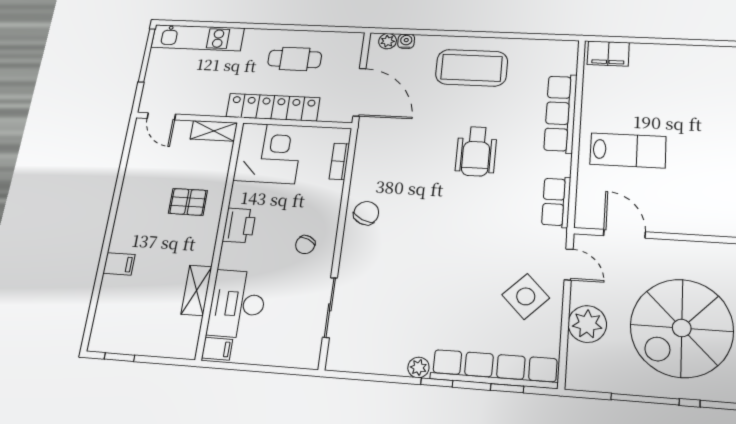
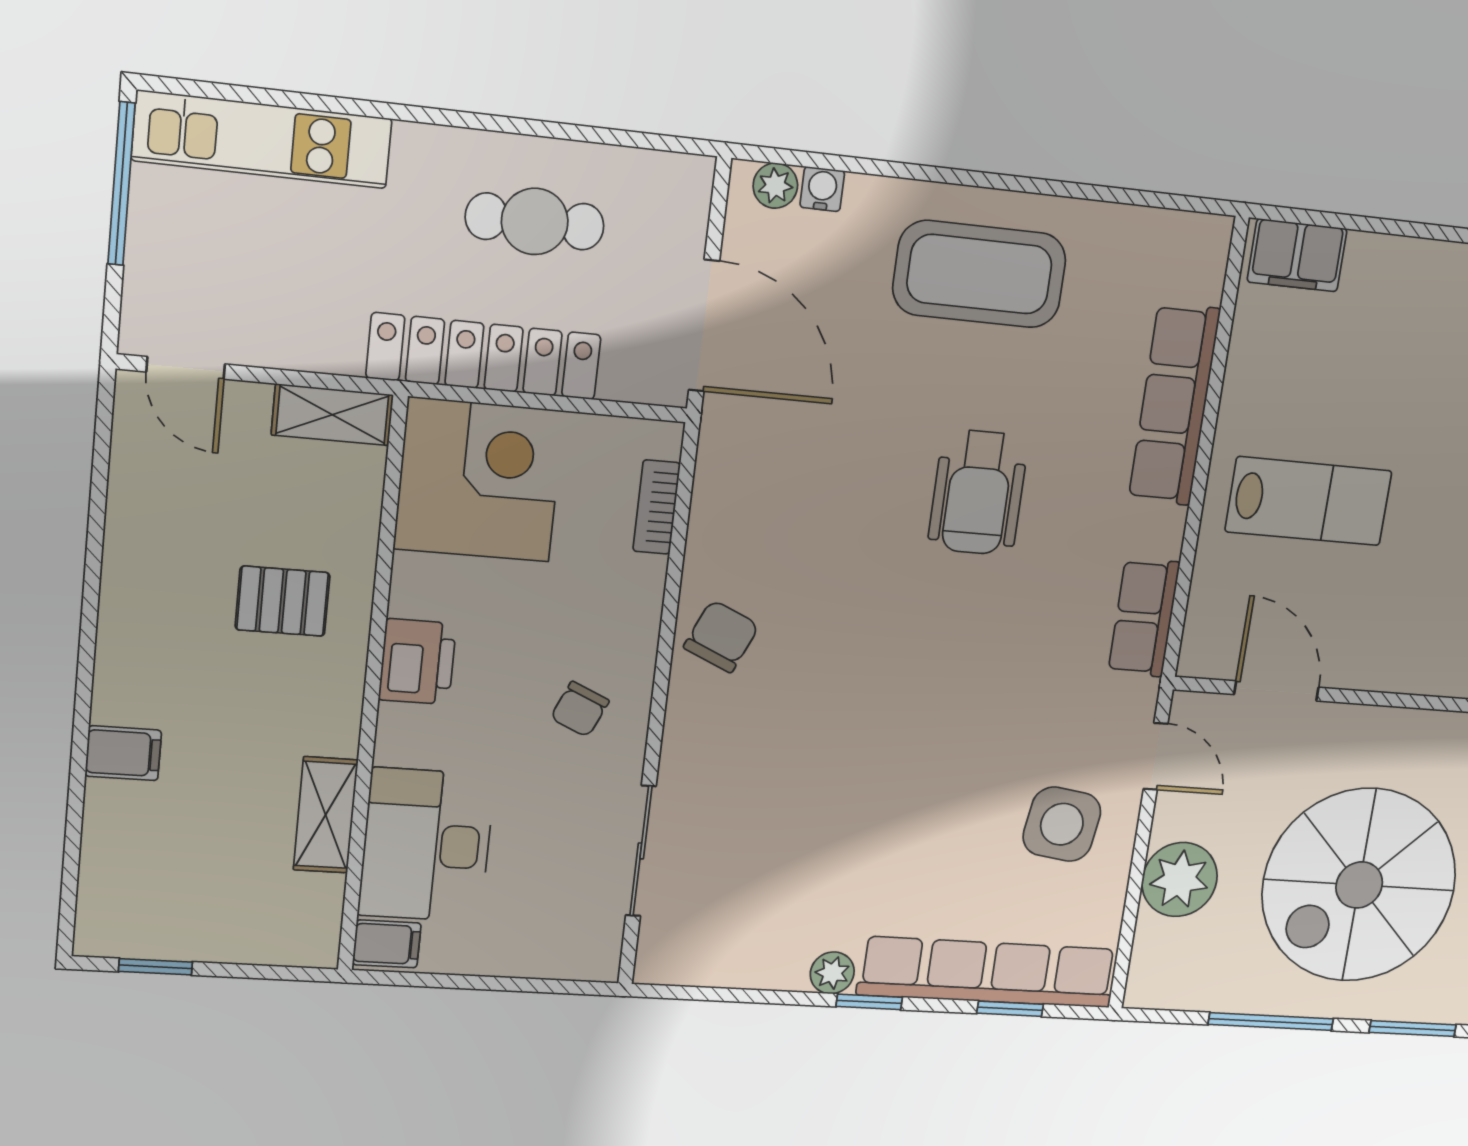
side table: (526, 296) -> (1062, 824), turned -37

